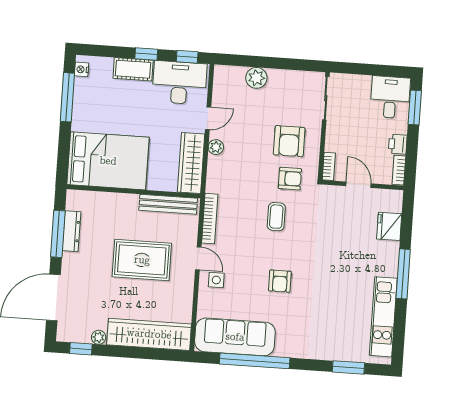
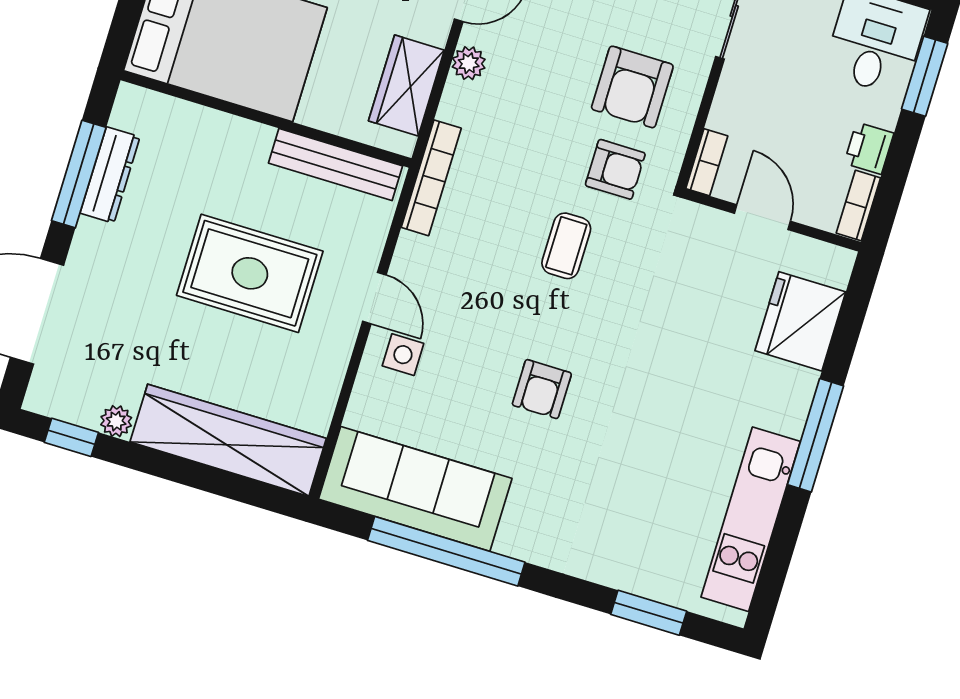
wardrobe: (191, 163) -> (406, 86), width x0.67
bookcase: (210, 219) -> (431, 178), moved
fridge: (389, 226) -> (800, 321), width x1.36, depth x1.34

